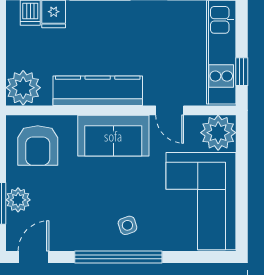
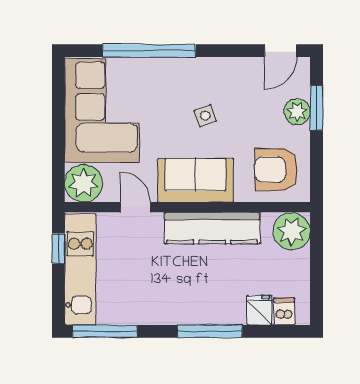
armchair: (38, 146) -> (276, 170), turned -90
side table: (127, 225) -> (205, 116), moved
window: (118, 257) -> (149, 51), moved

